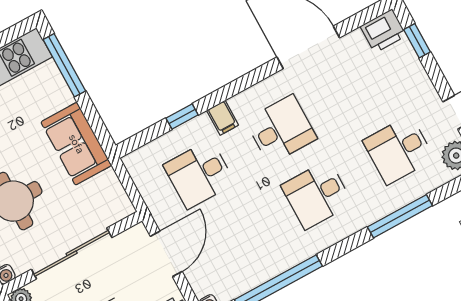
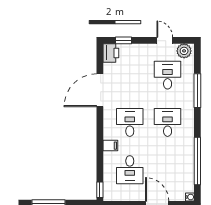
window: (182, 117) -> (100, 190), moved
desk: (399, 150) -> (168, 75), turned 180
desk: (317, 195) -> (168, 122), turned 180

